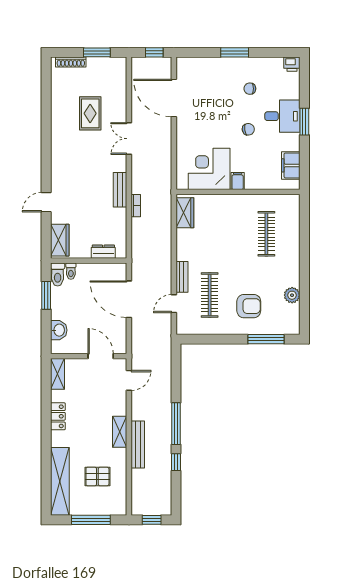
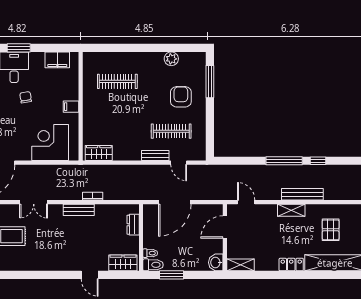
corner desk: (209, 169) -> (50, 143), moved, turned 90
washbasin: (59, 330) -> (216, 262), moved, turned -90
locker: (58, 416) -> (291, 265), moved

